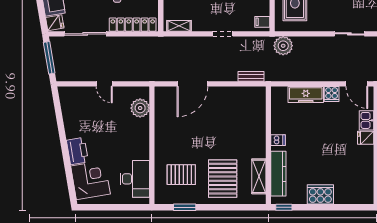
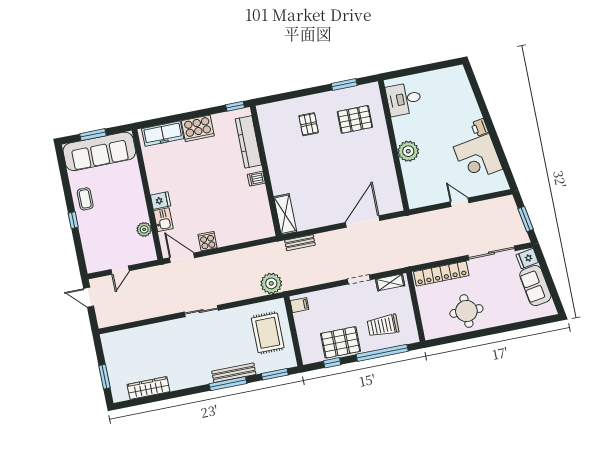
doorway: (223, 34) -> (359, 280), moved
window: (49, 58) -> (526, 219), width x0.69
freezer: (306, 95) -> (163, 134), moved, turned 180
plant: (140, 108) -> (408, 151), moved
printer: (77, 151) -> (480, 128), width x0.53, depth x0.68
shelving: (259, 176) -> (285, 214), moved
desk: (135, 179) -> (404, 99), width x0.73
pallet: (223, 179) -> (309, 124), width x0.49, depth x0.50
corner desk: (90, 180) -> (478, 158), moved

